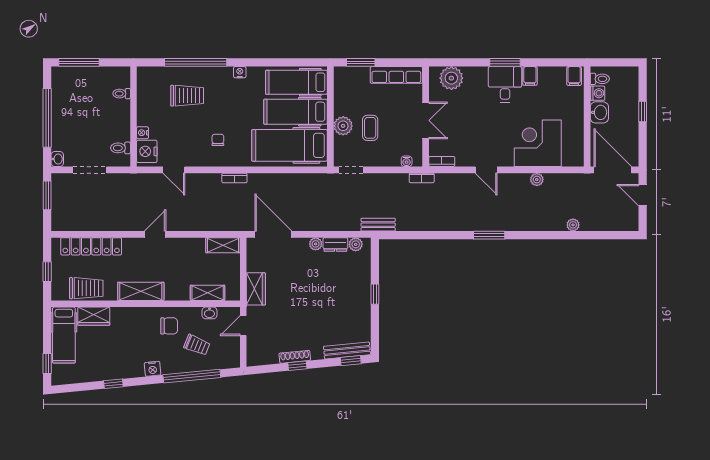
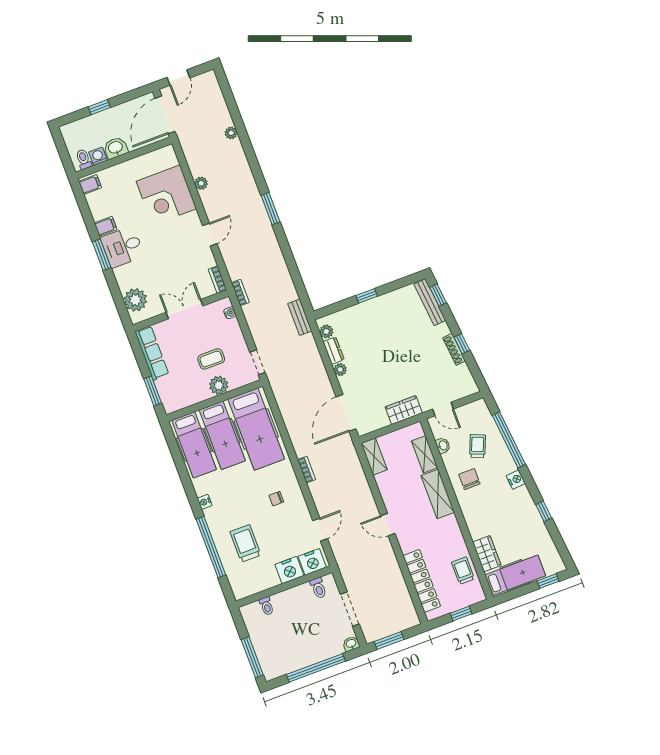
nightstand: (143, 133) -> (289, 570), width x1.89, depth x1.79
trolley: (86, 288) -> (463, 571), width x0.73, depth x0.72
shelving: (141, 291) -> (438, 494), moved

